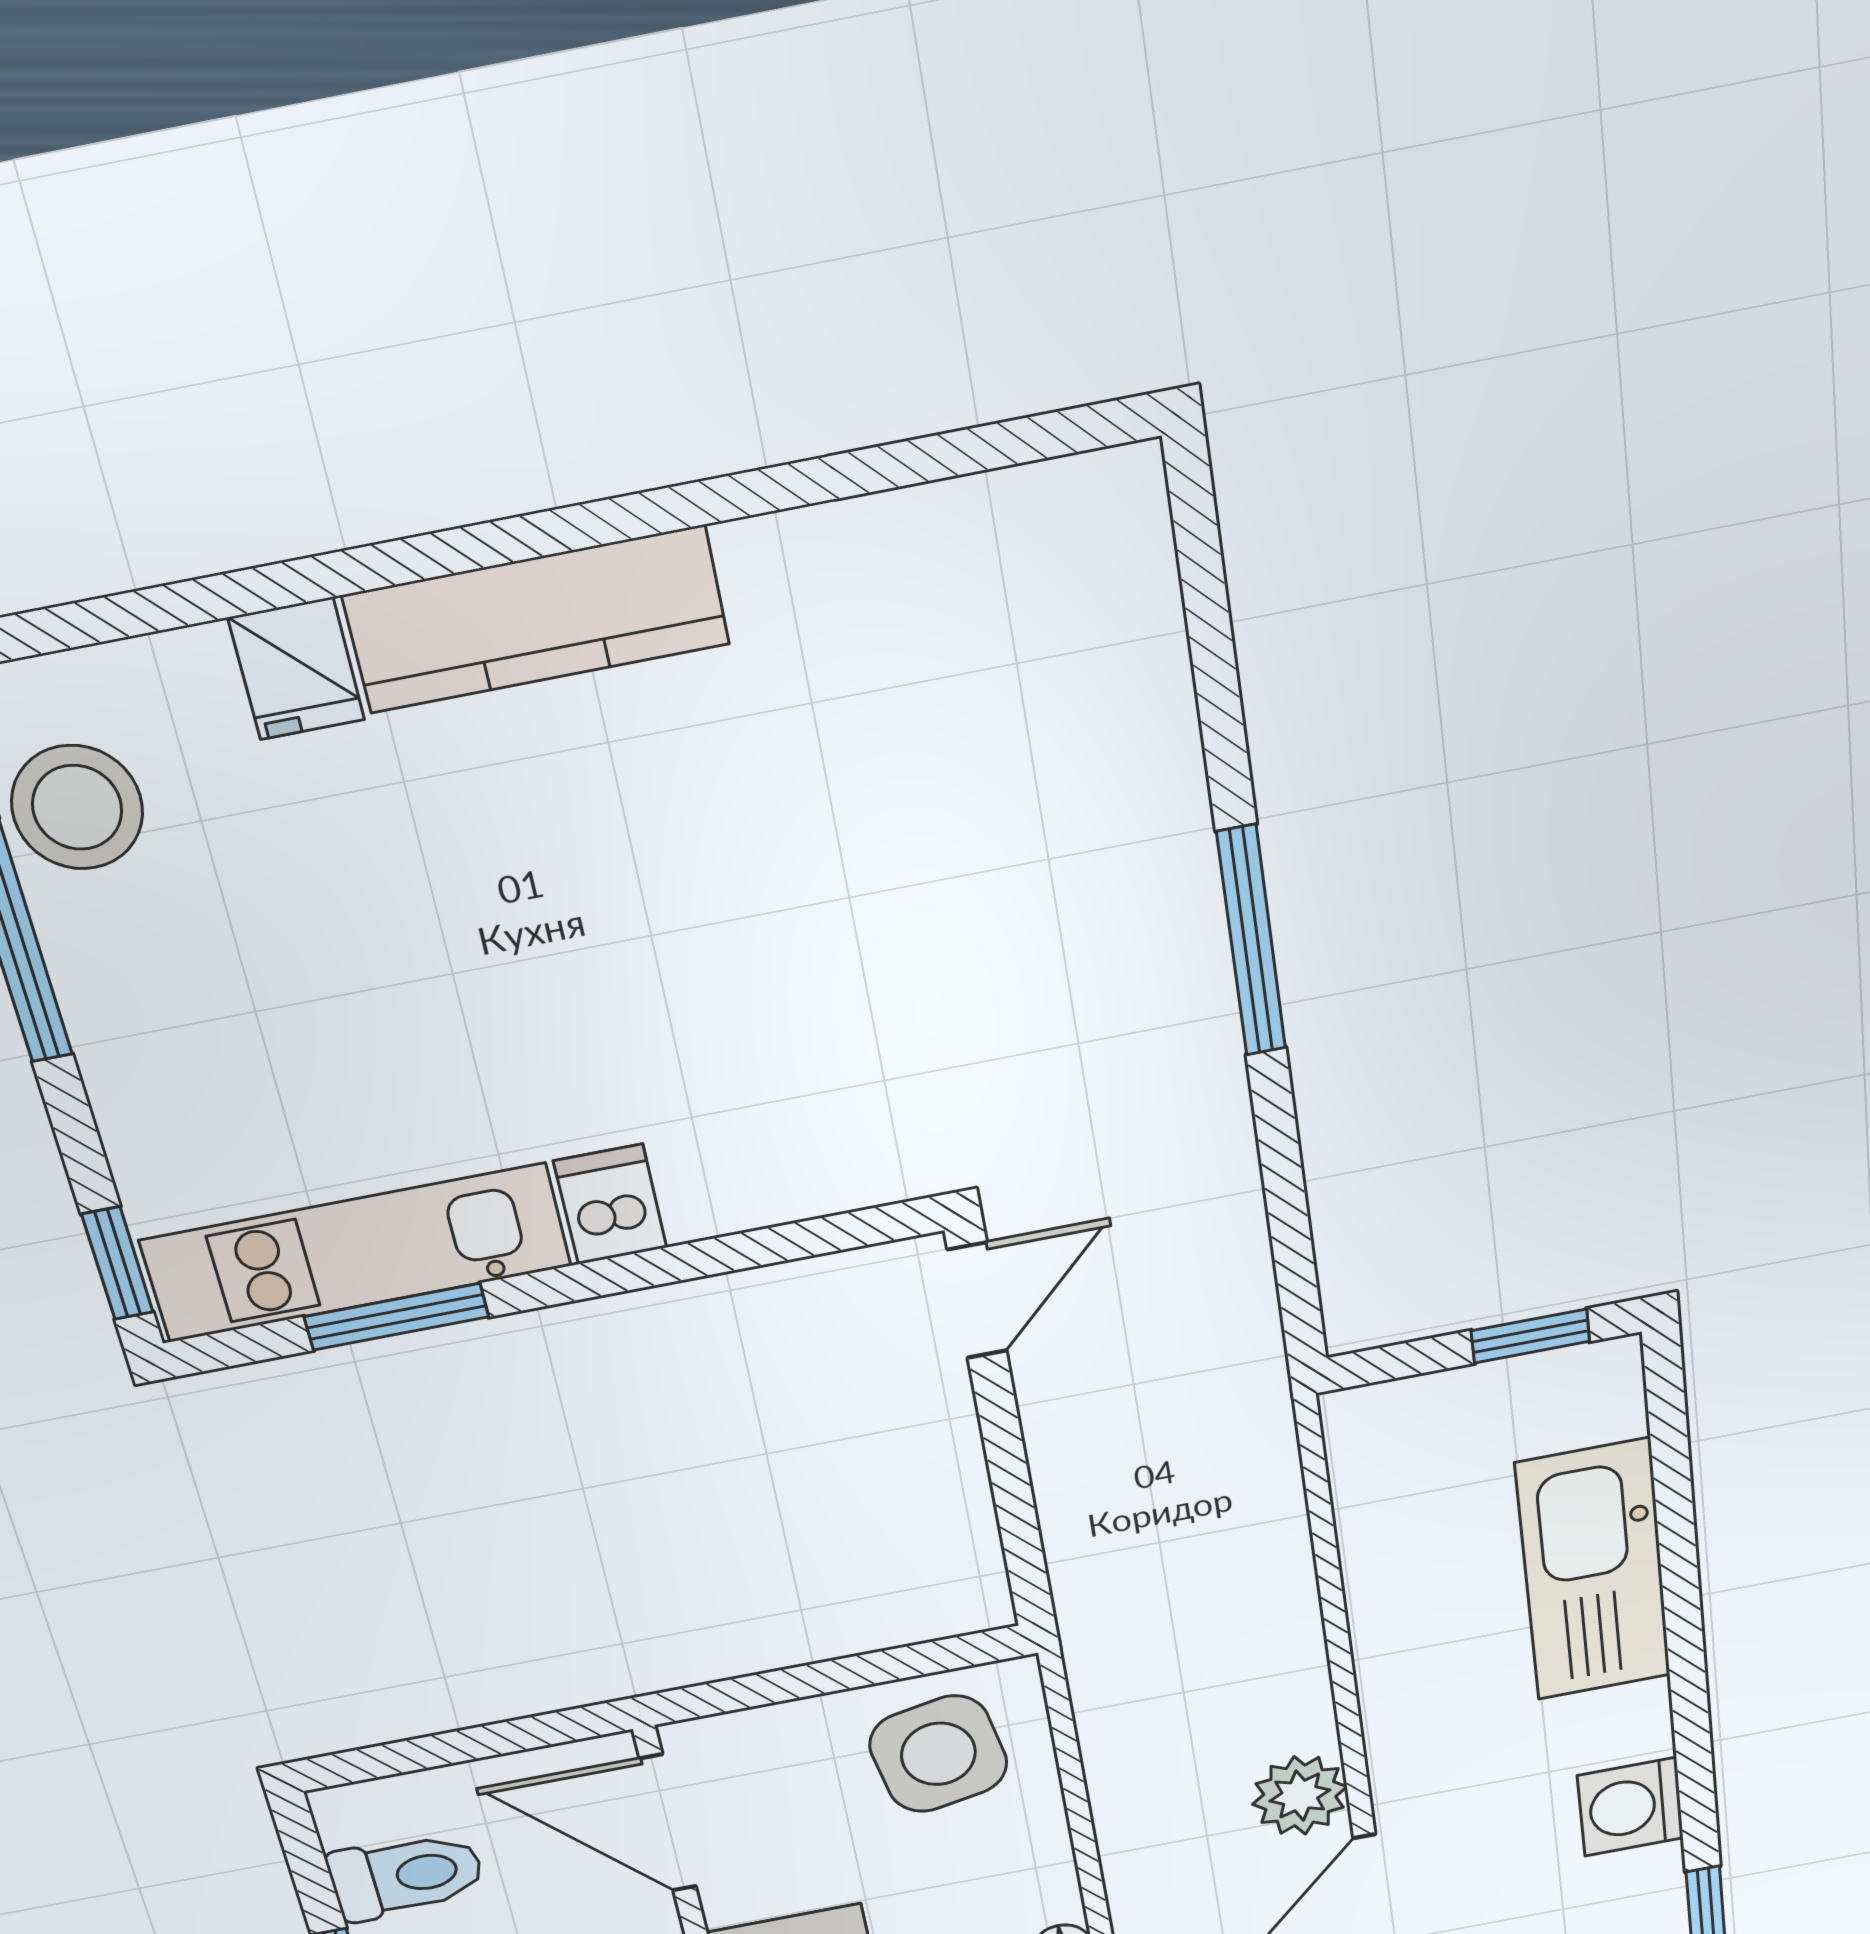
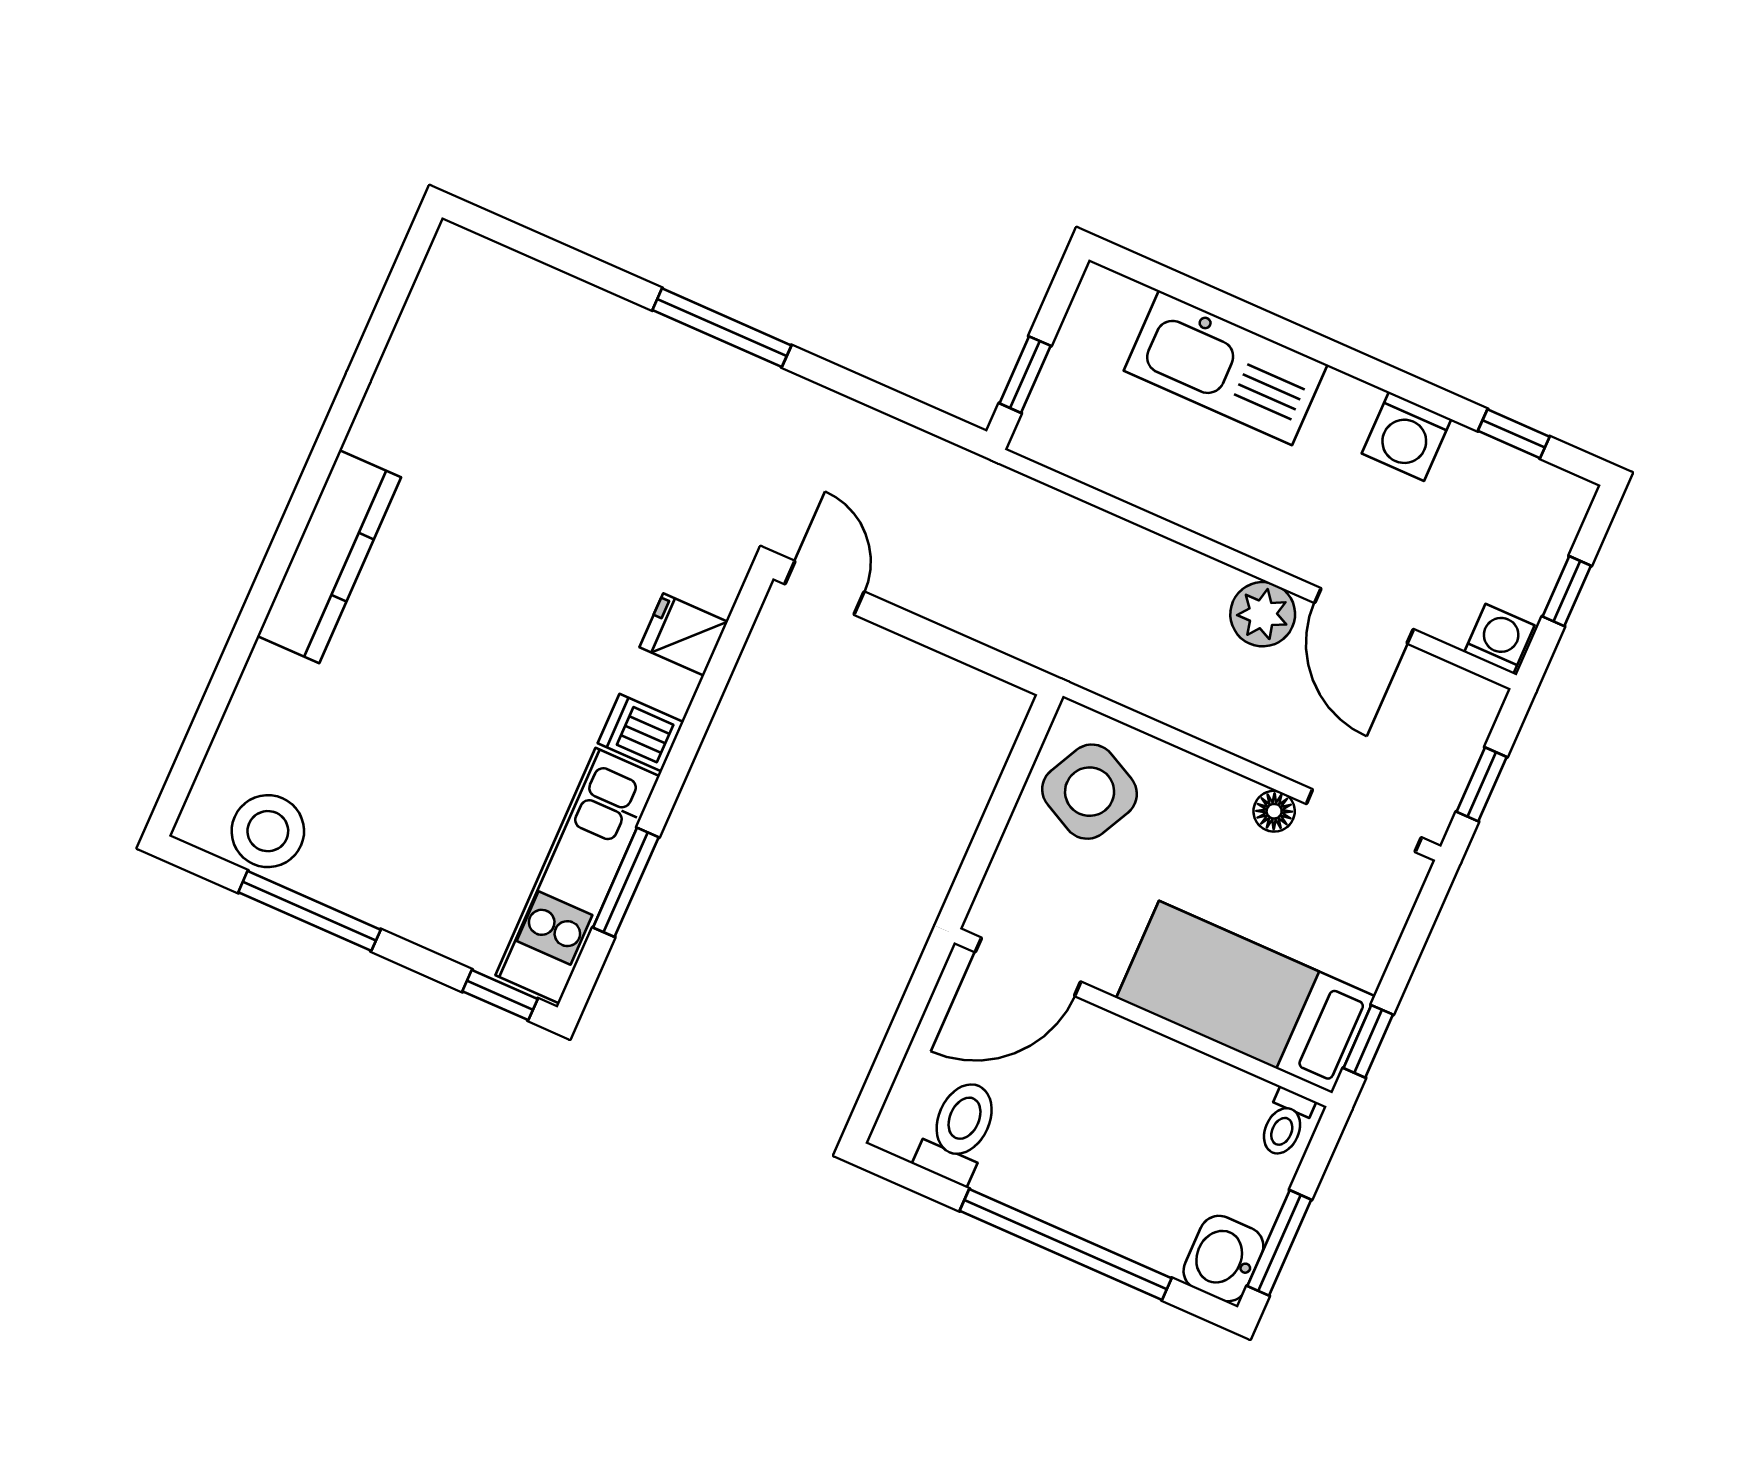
fridge: (296, 669) -> (684, 635), moved, turned 180
window: (1530, 1336) -> (1025, 375), moved
side table: (938, 1754) -> (1090, 792), turned 38

